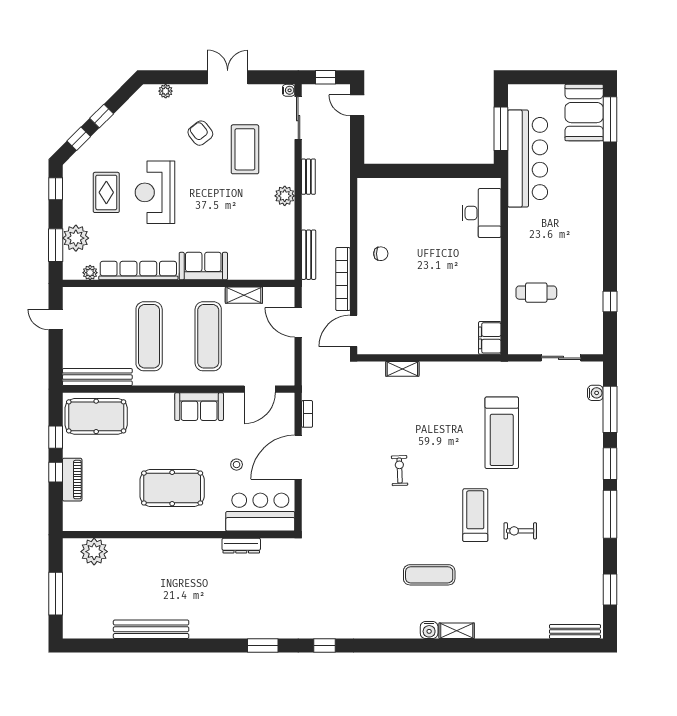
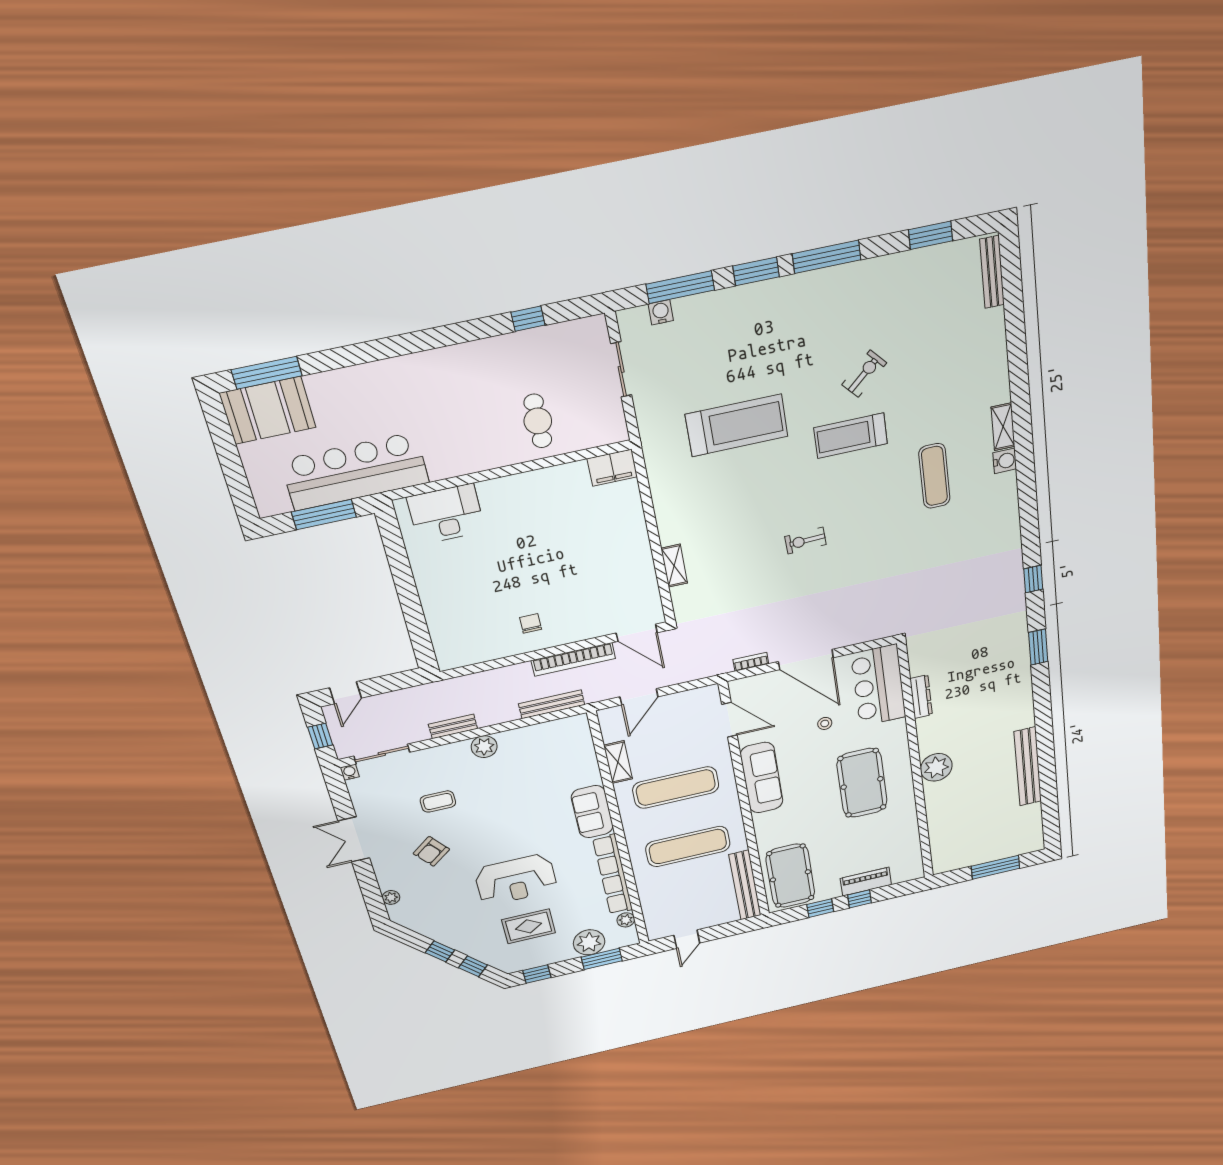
coffee table: (245, 149) -> (438, 801), width x0.54, depth x0.58
sofa: (199, 407) -> (762, 778), width x1.36
exercise bike: (520, 531) -> (864, 374), turned -132
plant: (94, 552) -> (936, 767), moved

